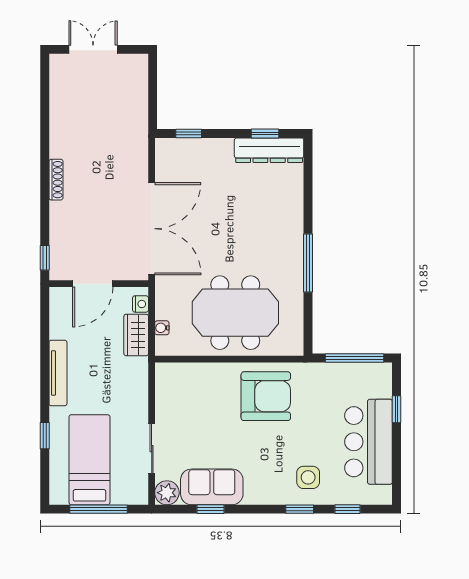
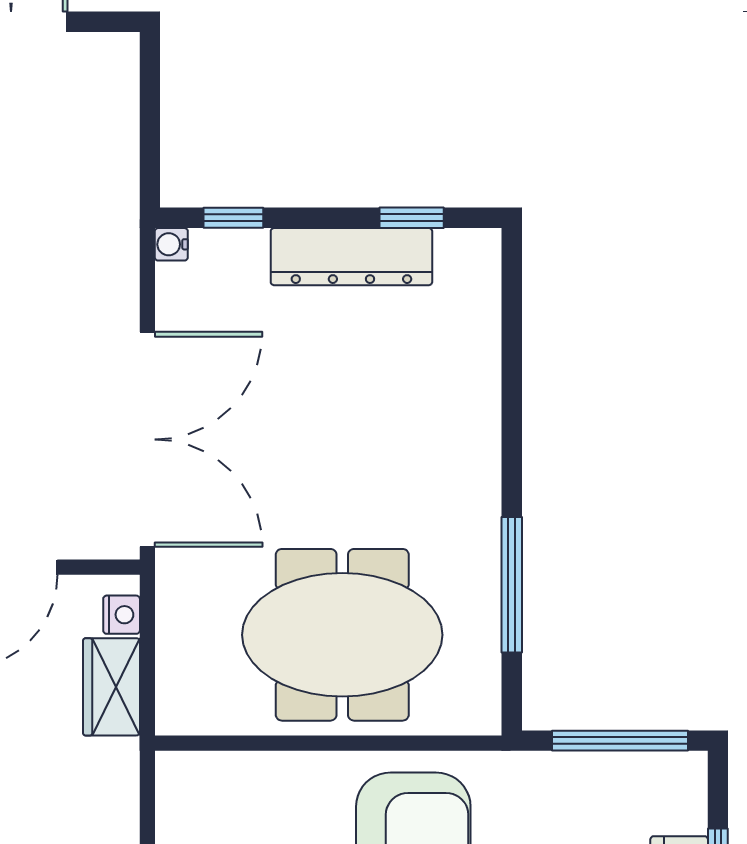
dresser: (269, 150) -> (351, 257), moved
window: (308, 263) -> (512, 585), moved
water cooler: (162, 328) -> (171, 244), moved

